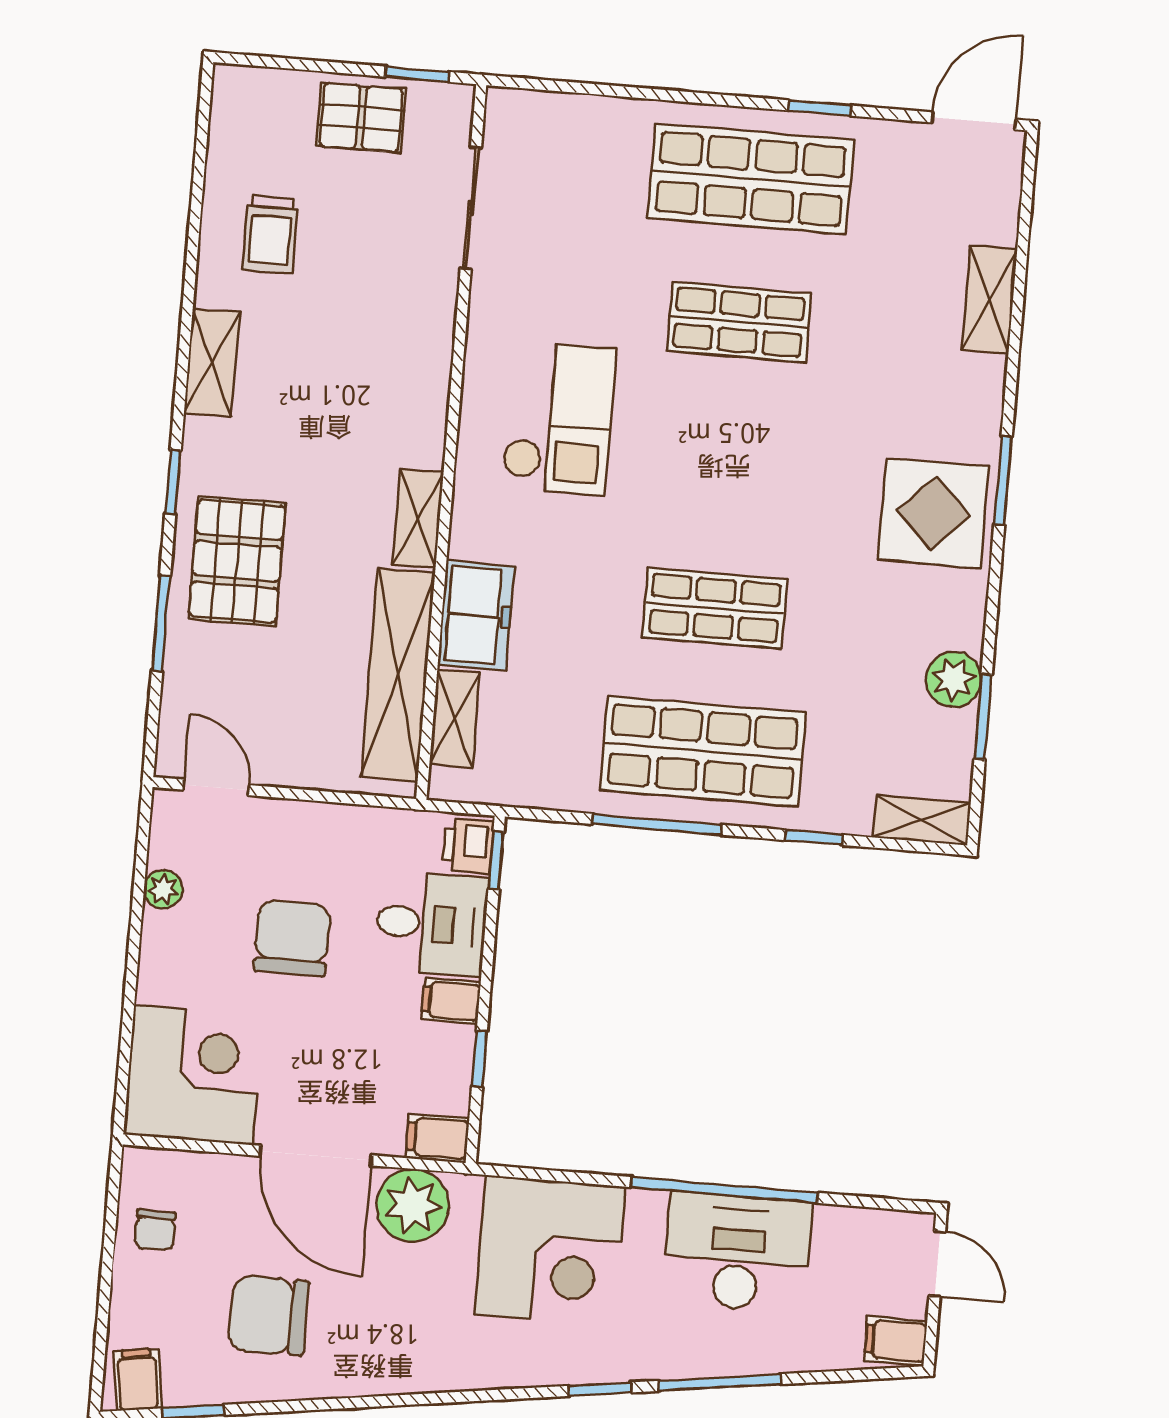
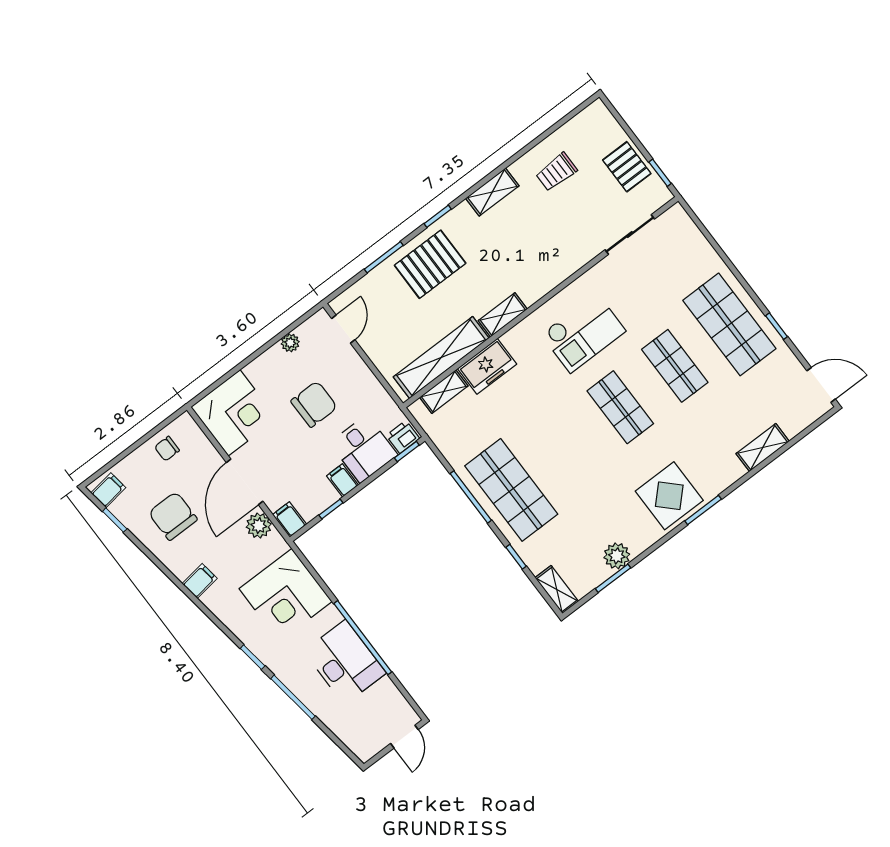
shop shelf: (715, 608) -> (620, 407), moved
plant: (413, 1205) -> (259, 526), width x0.73, depth x0.73
filing cabinet: (896, 1341) -> (200, 581), moved, turned 82

